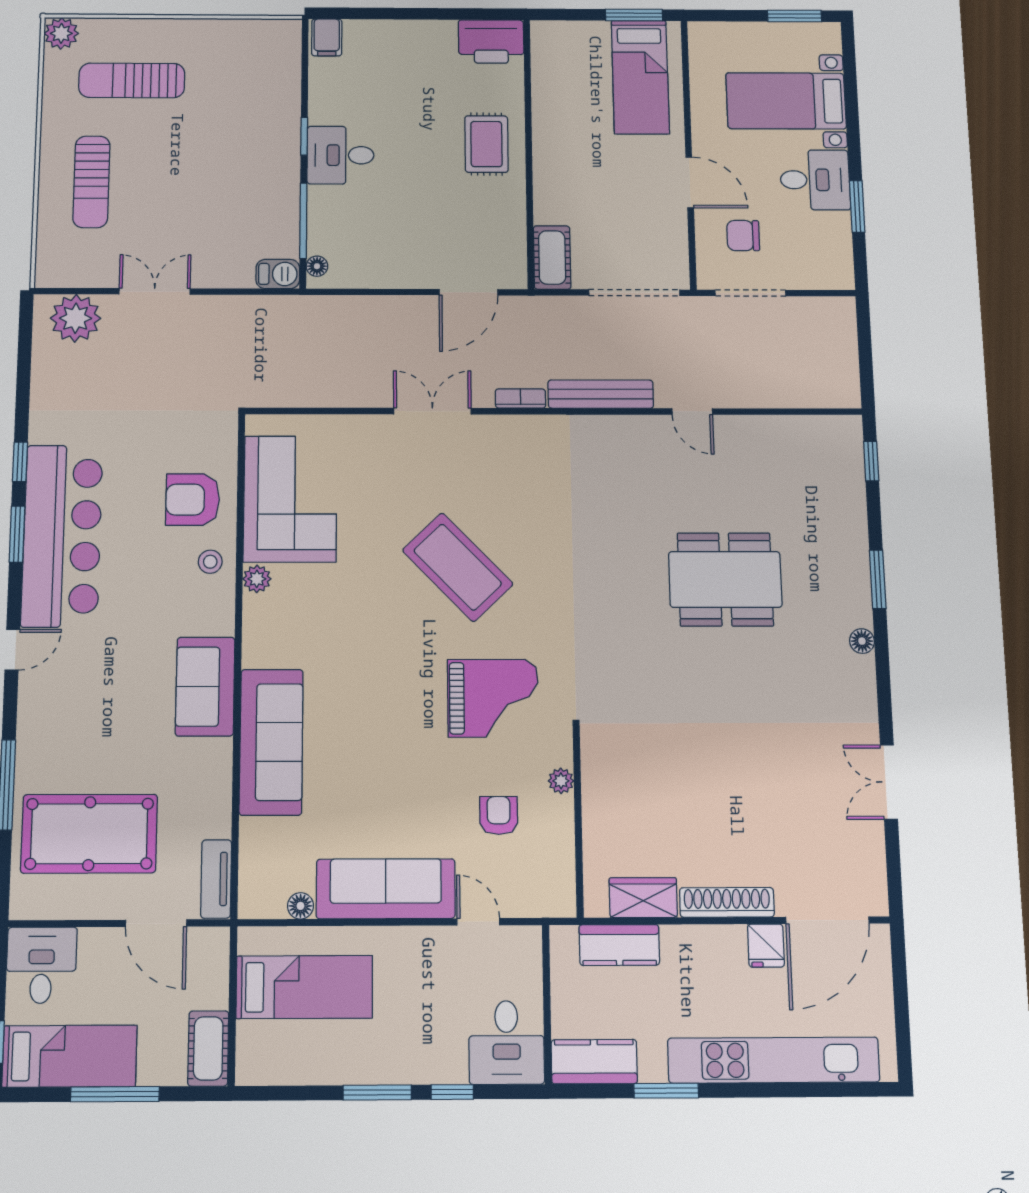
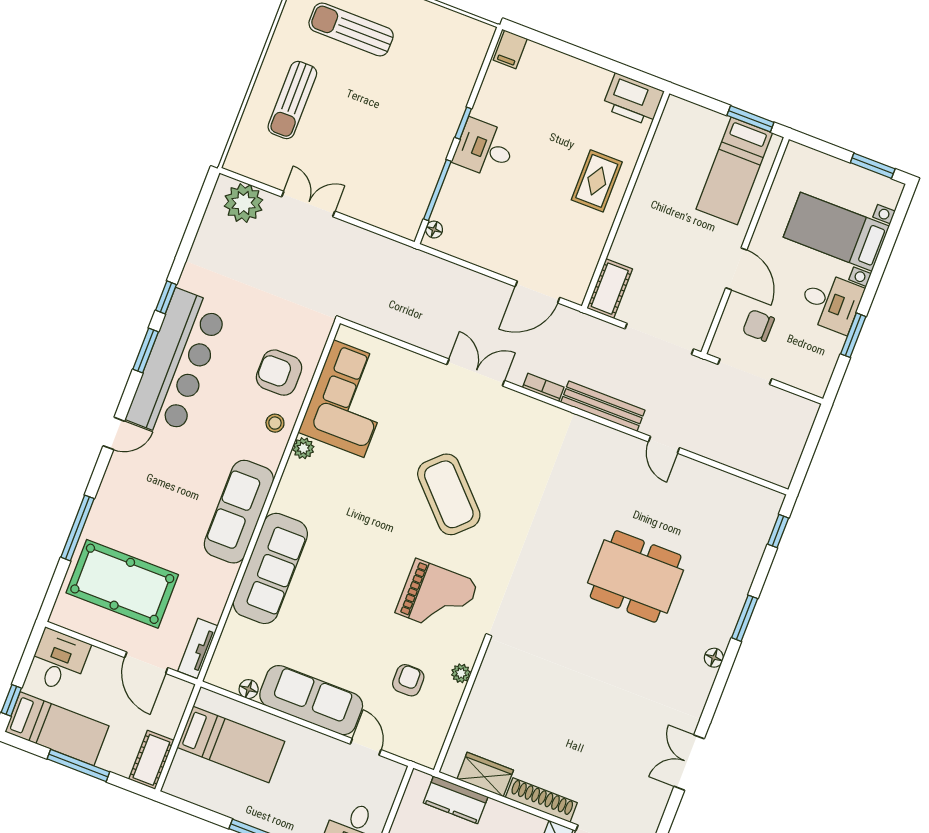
barbecue: (278, 274) -> (403, 225), removed
sofa: (205, 687) -> (239, 512), width x1.36

